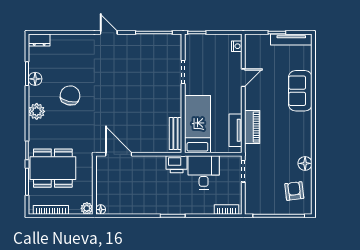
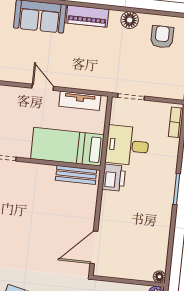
door: (243, 78) -> (43, 87), moved
piano: (252, 127) -> (87, 16), moved, turned 180
armchair: (294, 191) -> (162, 37), turned 97

